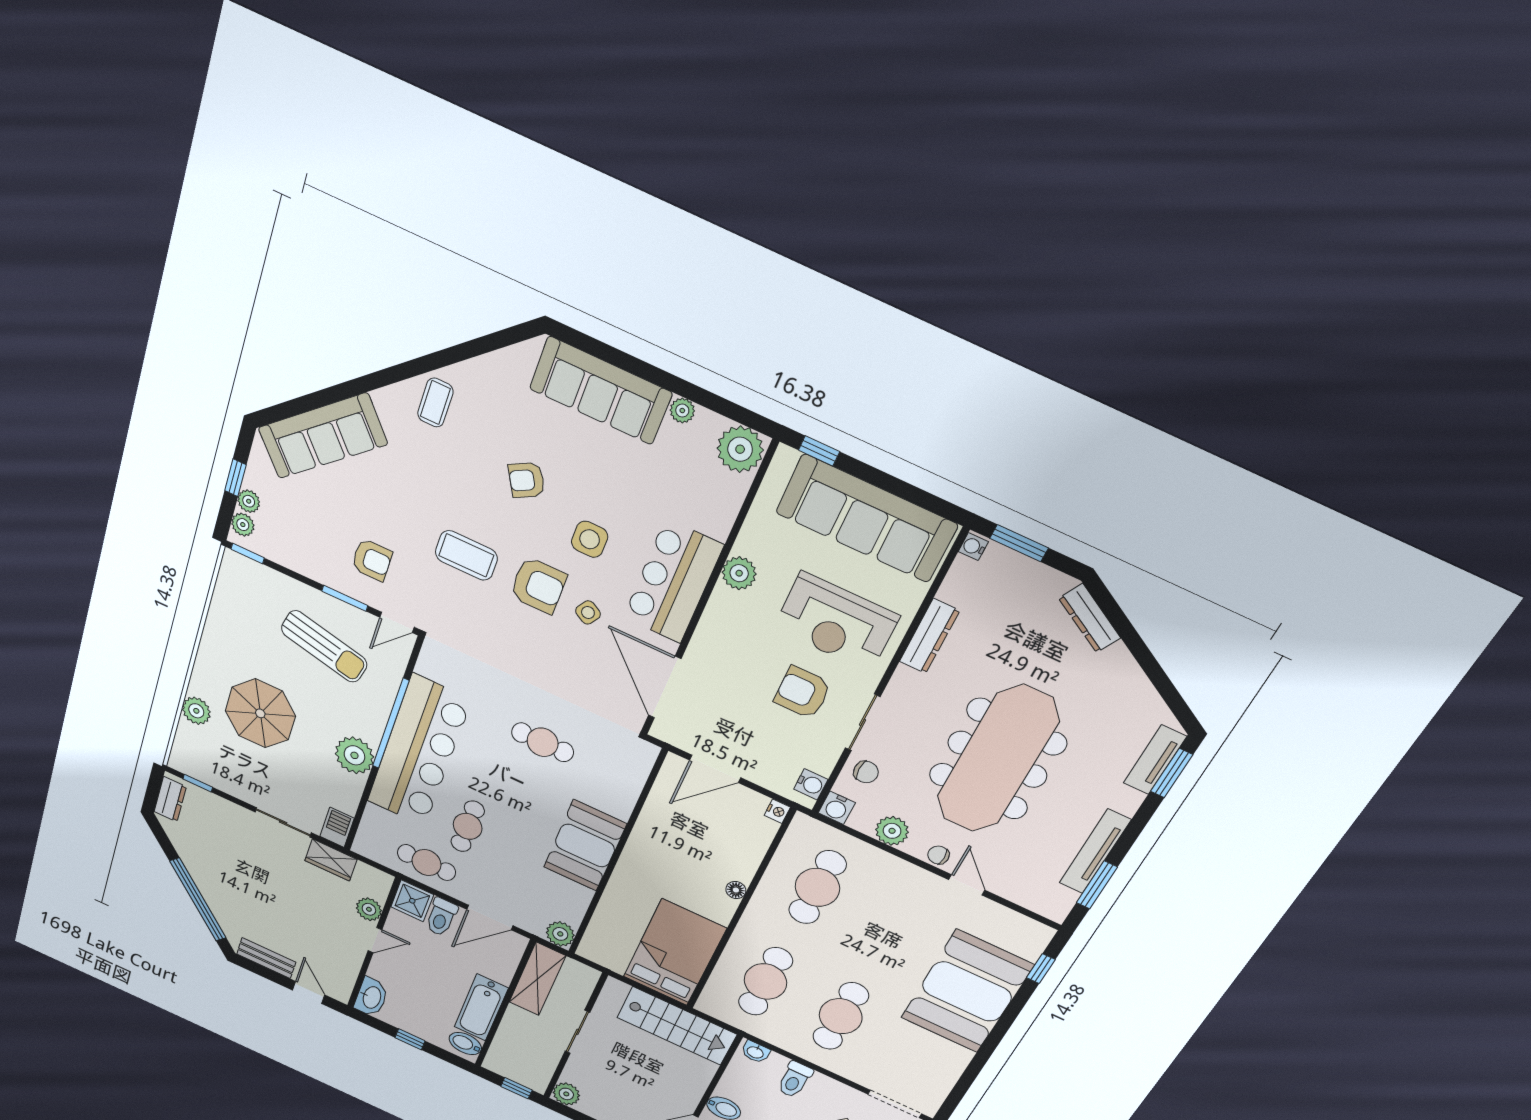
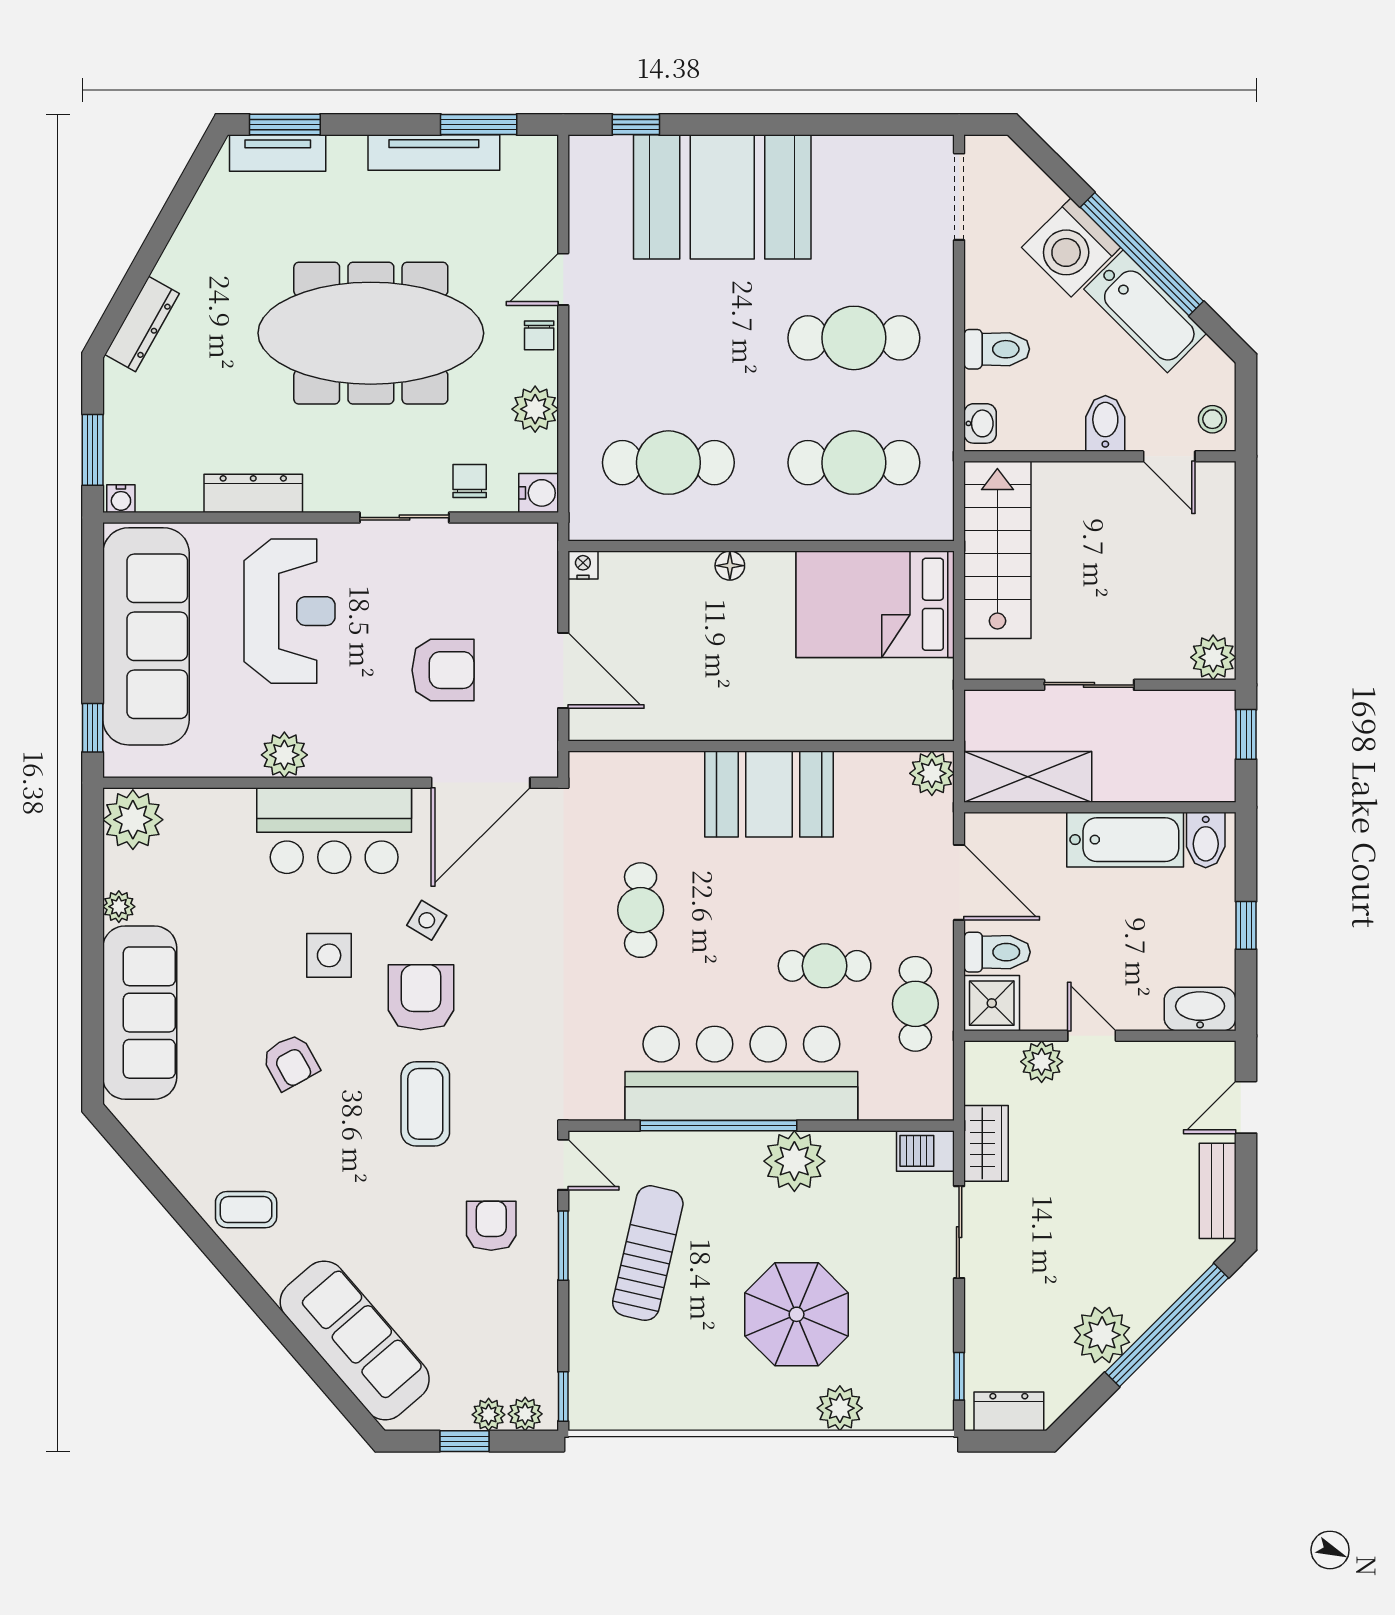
armchair: (802, 693) -> (443, 670), moved, turned -90
water cooler: (811, 784) -> (522, 541), removed
plant: (201, 866) -> (1102, 1335), added

